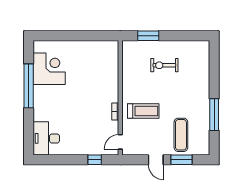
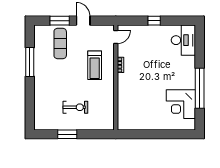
window: (148, 36) -> (67, 134), moved
treadmill: (143, 111) -> (95, 65), turned -90
window: (95, 160) -> (154, 21), moved

